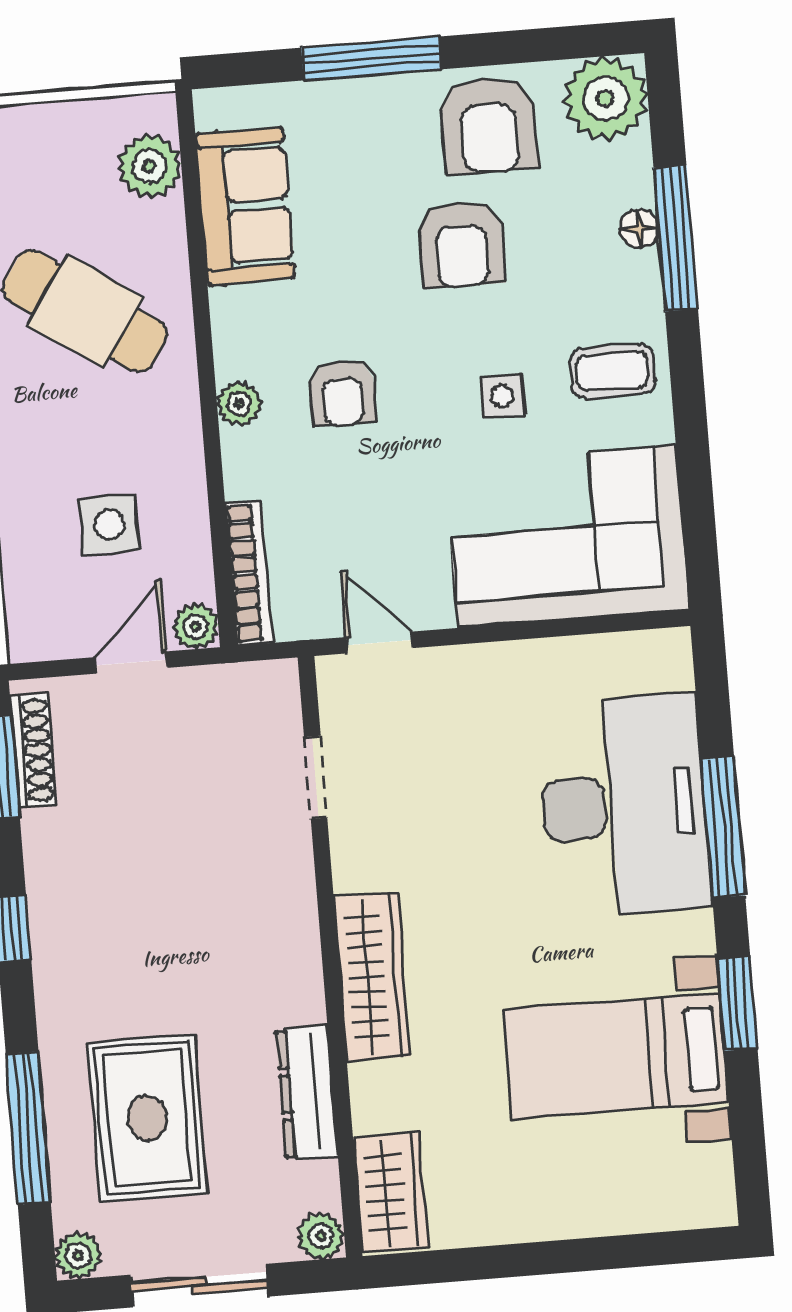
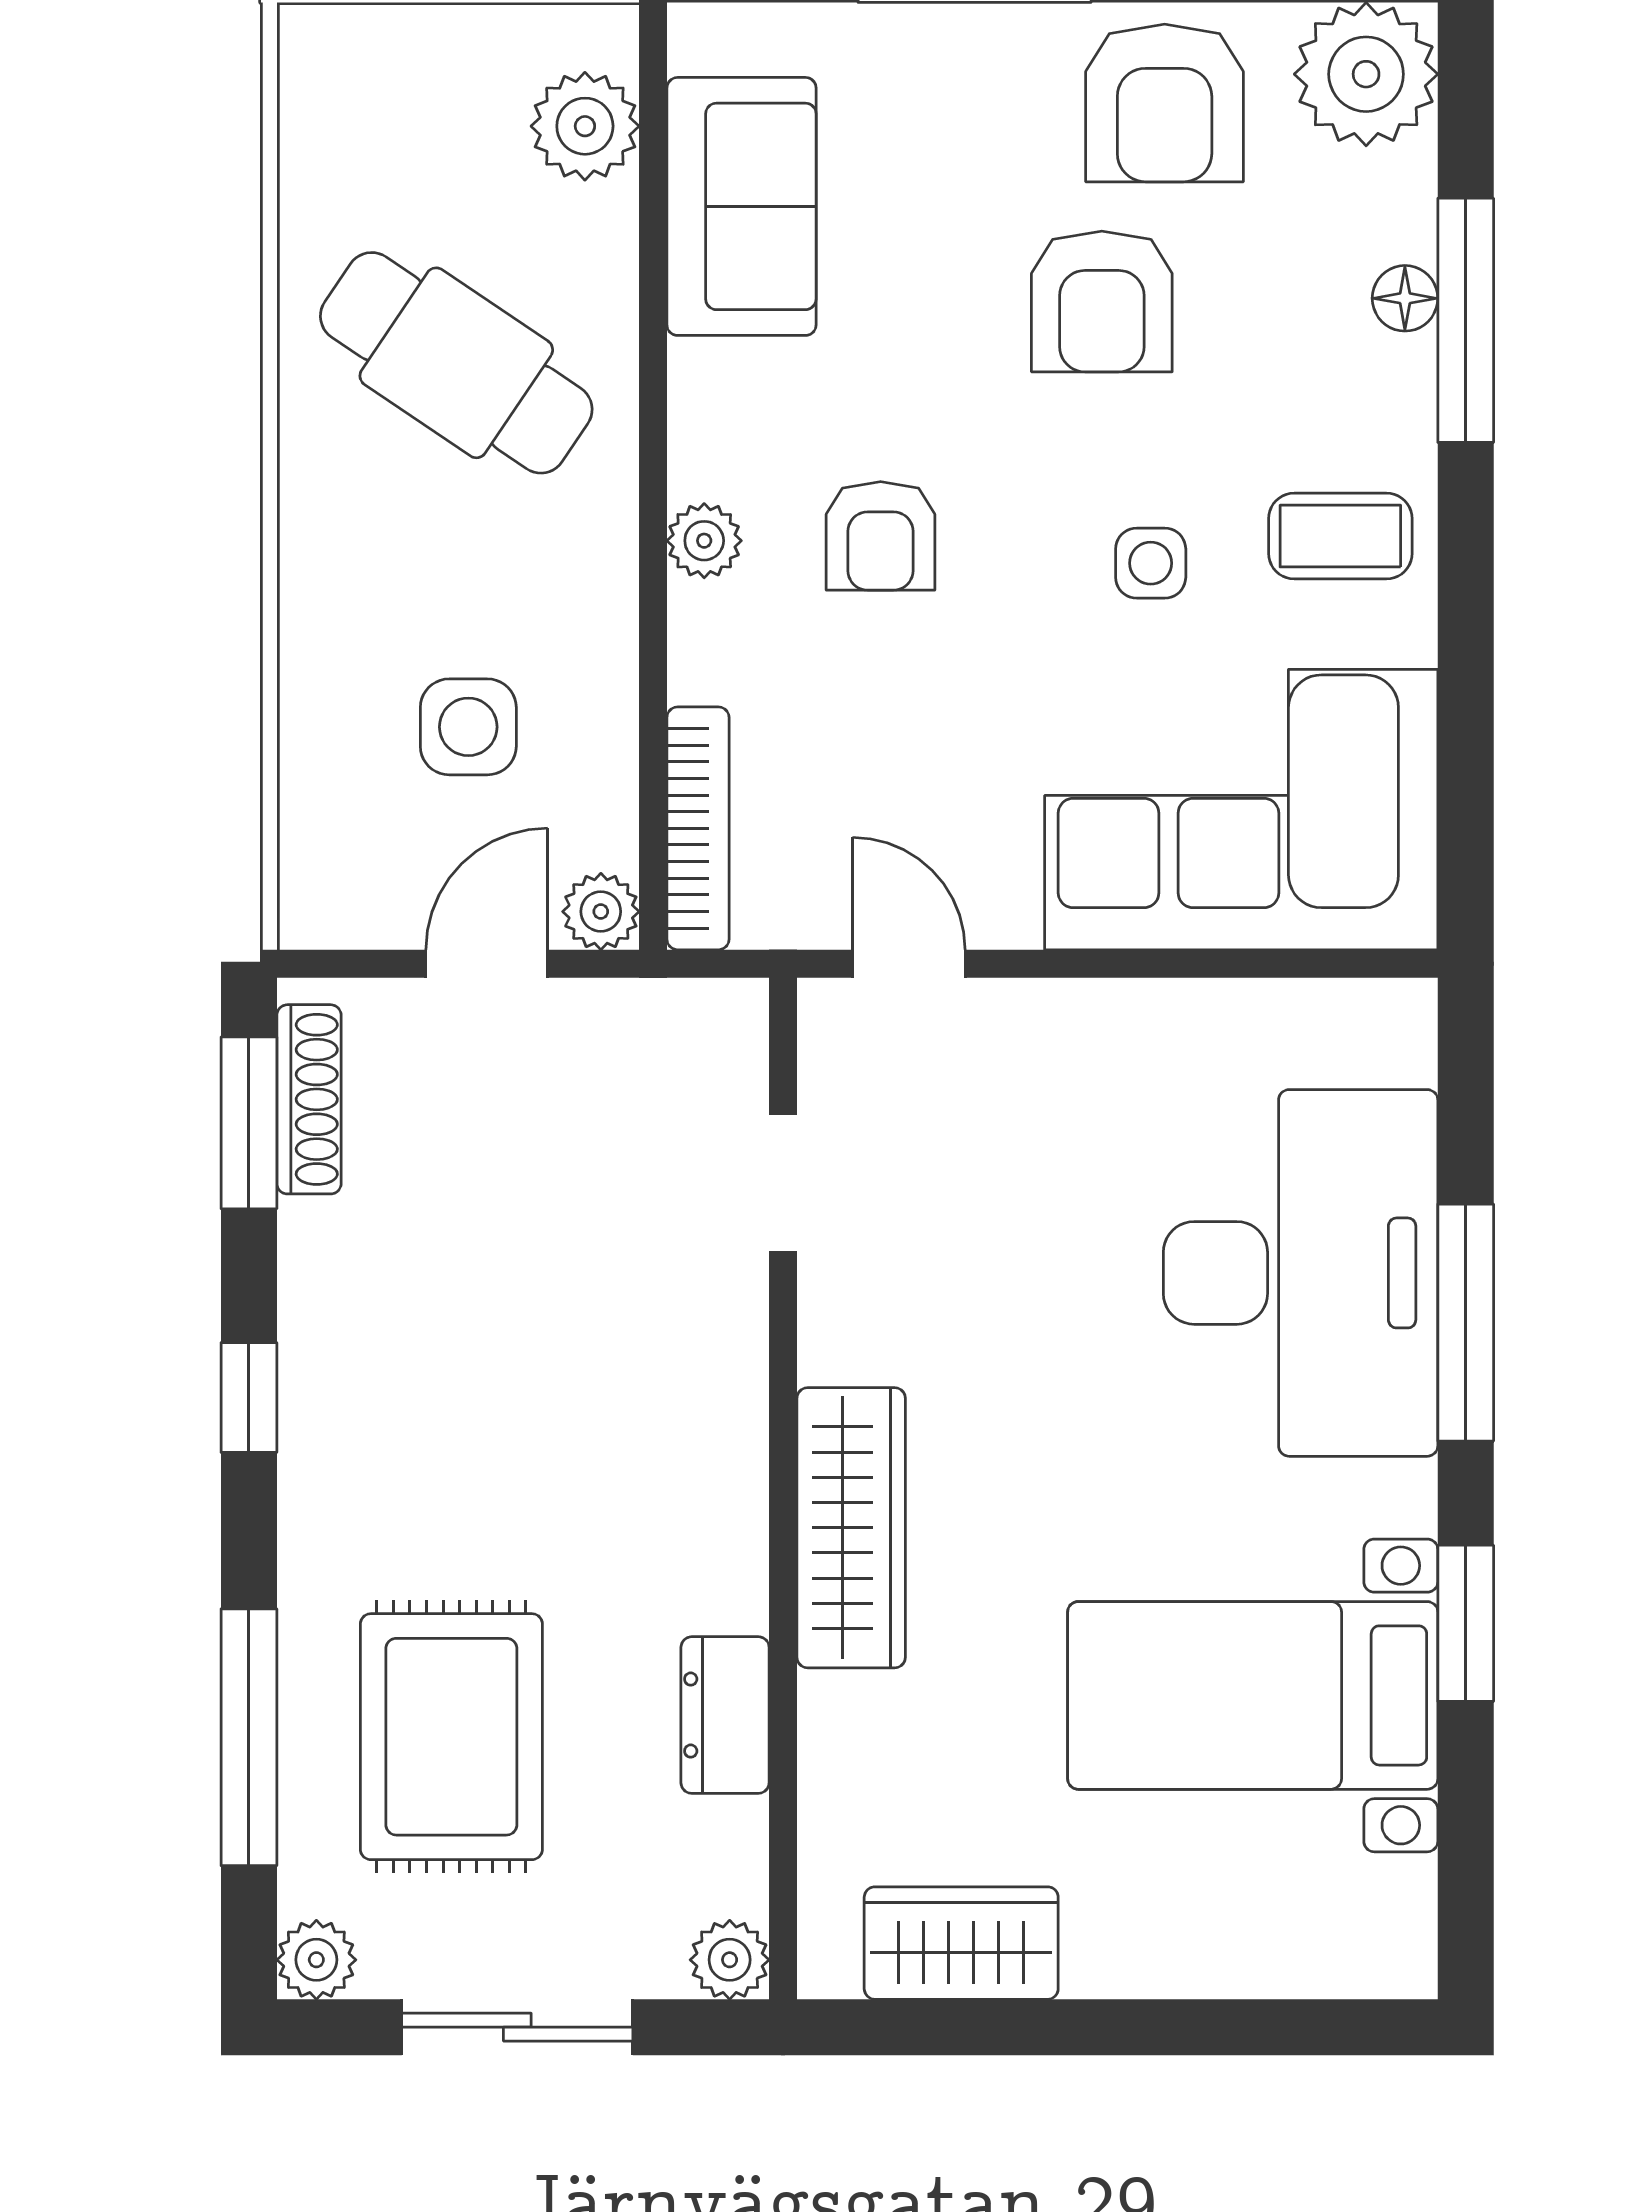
dresser: (307, 1092) -> (725, 1715), width x0.70
wardrobe: (391, 1192) -> (961, 1943), moved, turned -90

